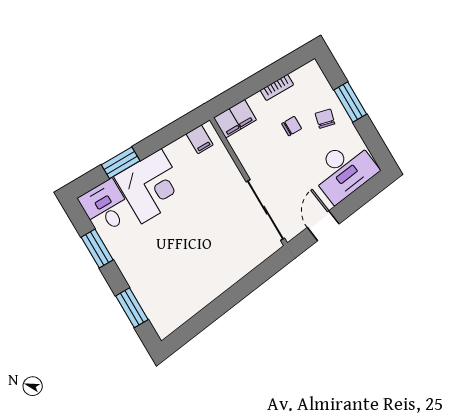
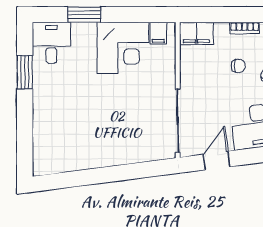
corner desk: (151, 186) -> (123, 48), moved
window: (132, 308) -> (25, 136), removed

